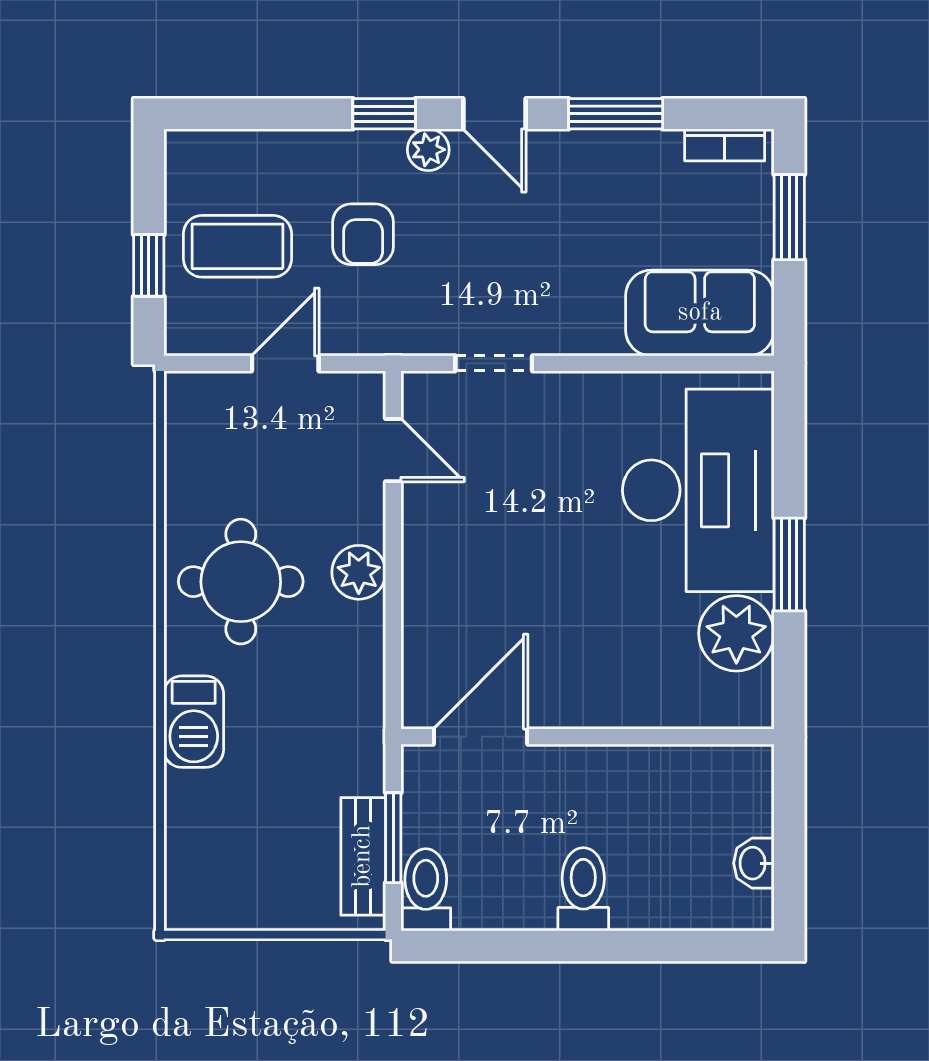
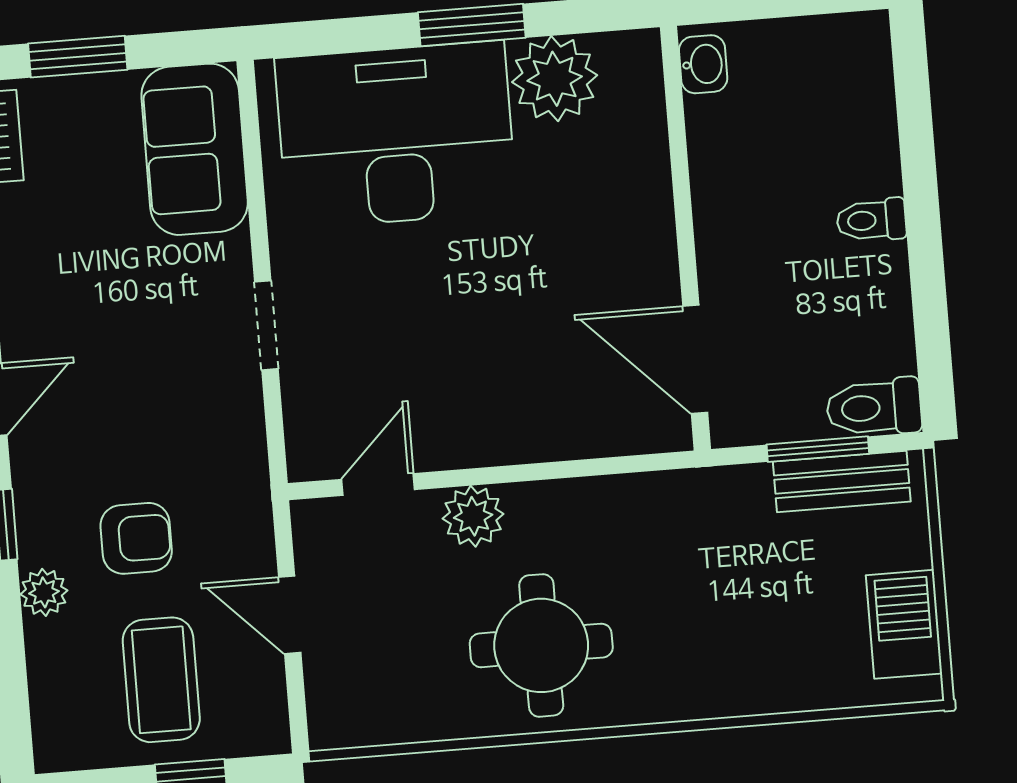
plant: (428, 150) -> (44, 592), moved
doorway: (494, 363) -> (266, 325), moved
plant: (359, 572) -> (473, 516), moved
barbecue: (194, 722) -> (904, 624), moved, turned -90
washbasin: (754, 863) -> (703, 64), moved, turned -90
toilet: (583, 889) -> (871, 220), width x0.73, depth x0.72

